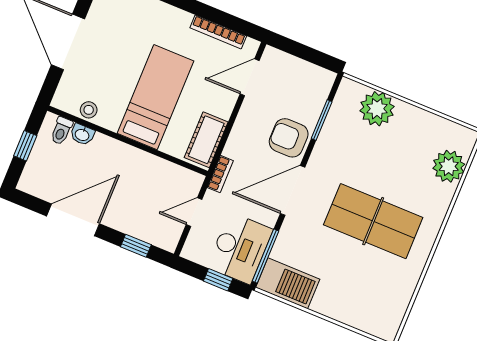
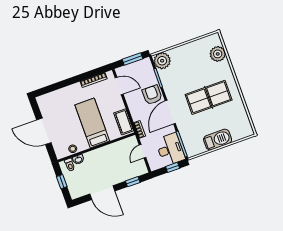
window: (309, 54) -> (132, 59), added
door: (250, 77) -> (119, 86), swing flipped
plant: (377, 109) -> (162, 61), moved
armchair: (289, 138) -> (152, 95), turned 90
door: (73, 220) -> (102, 193), swing flipped
barbecue: (288, 283) -> (218, 140), moved

